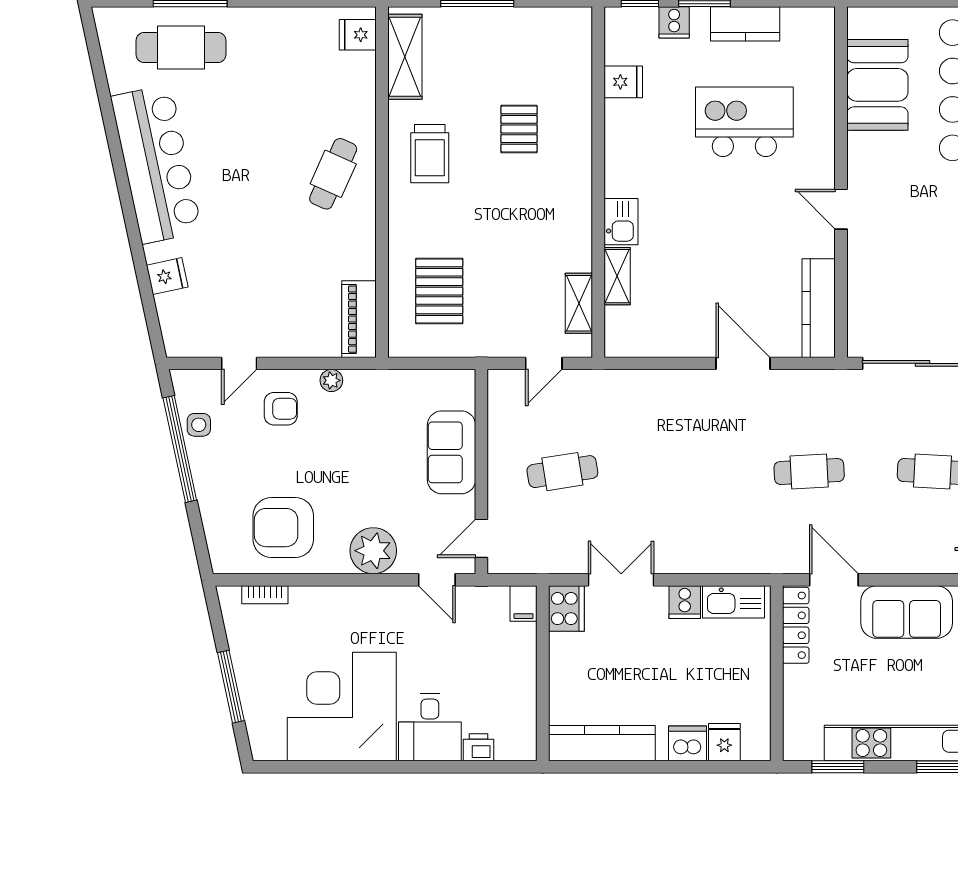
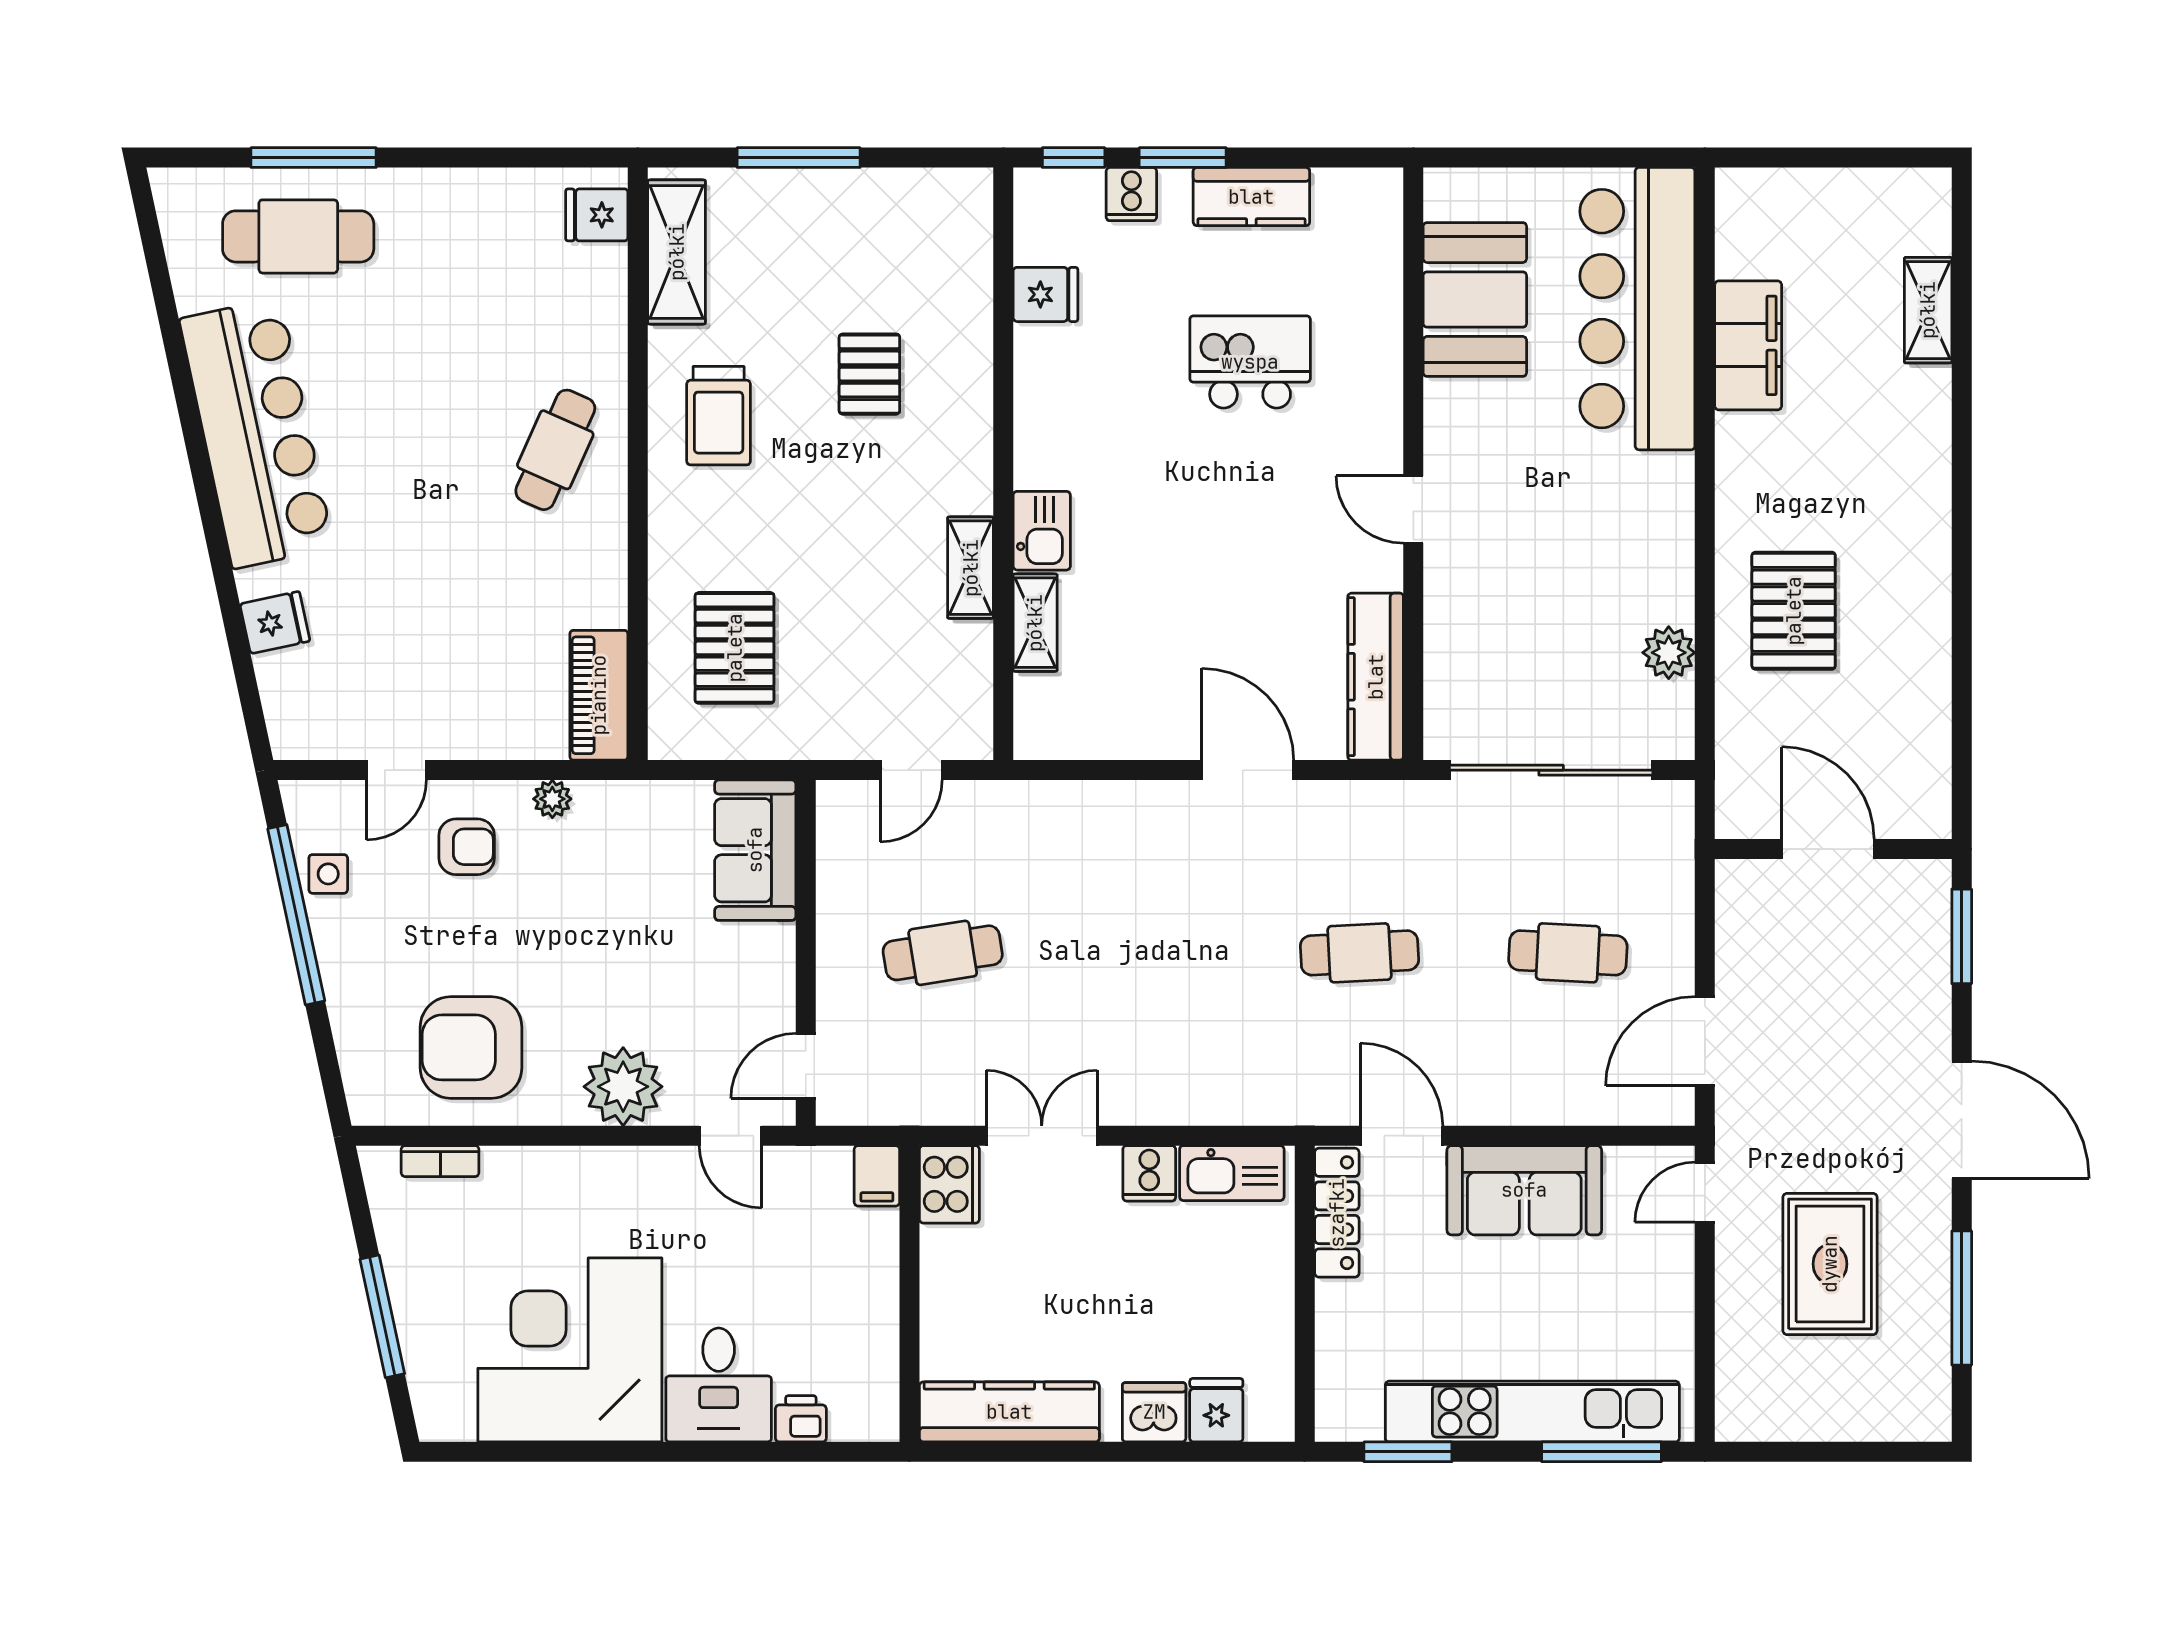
kitchen island: (744, 122) -> (1250, 362), width x0.73, depth x0.78
shelving: (579, 303) -> (971, 568), moved
sofa: (452, 452) -> (755, 850), moved

